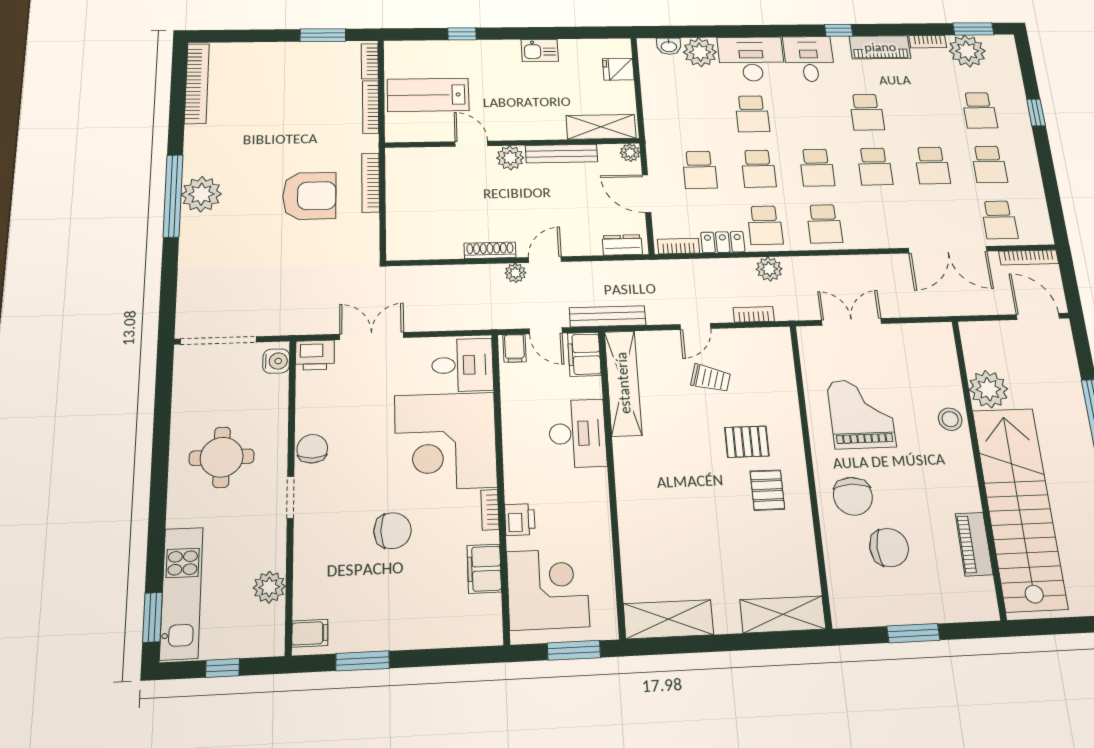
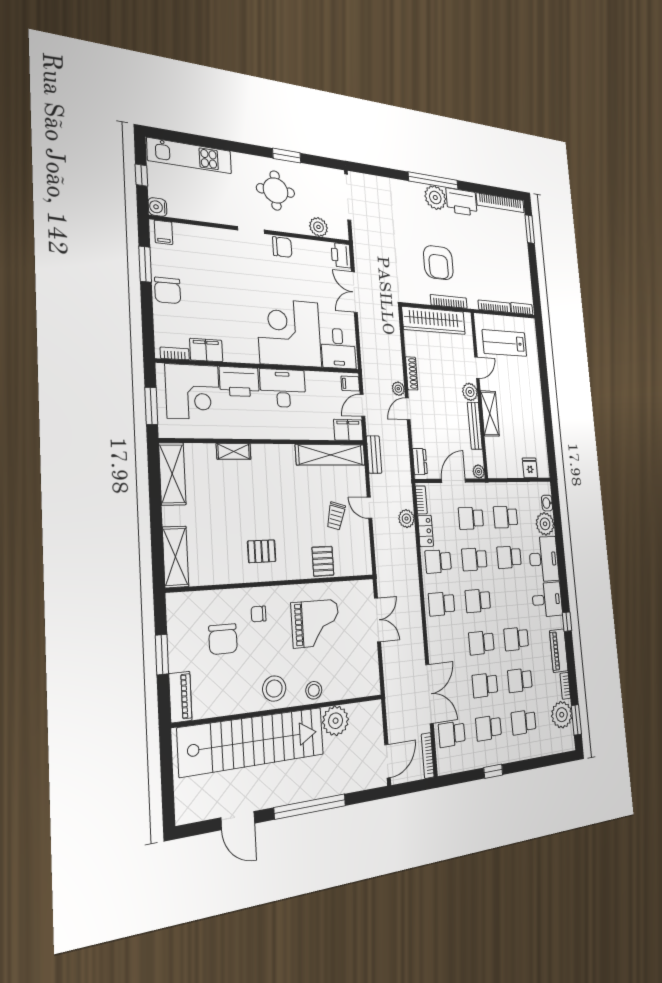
window: (462, 34) -> (543, 368), removed
window: (323, 35) -> (530, 229), moved
kitchen sink: (540, 50) -> (537, 417), removed
lab bench: (428, 95) -> (505, 343), turned -90
school desk: (923, 111) -> (520, 680), added
window: (1036, 112) -> (493, 771), moved
school desk: (694, 115) -> (506, 517), added
shelving: (601, 127) -> (490, 413), moved
printer: (203, 150) -> (462, 202), added
wardrobe: (404, 209) -> (434, 321), added
double door: (948, 250) -> (430, 694), swing flipped
door: (545, 260) -> (408, 409), swing flipped
plant: (769, 269) -> (406, 519), moved
bookcase: (754, 314) -> (379, 549), removed
bench: (608, 316) -> (374, 455), width x0.73
double door: (372, 336) -> (354, 292), swing flipped
water cooler: (276, 361) -> (158, 207), moved, turned 90
desk: (577, 433) -> (283, 388), moved, turned 180
pallet: (747, 442) -> (323, 561), moved
stool: (950, 476) -> (274, 689), added
chair: (853, 496) -> (259, 614), width x0.54, depth x0.54
bookcase: (490, 510) -> (175, 354), moved
printer: (520, 519) -> (239, 382), width x1.87, depth x1.48
shelving: (630, 529) -> (234, 451), added
chair: (392, 531) -> (168, 290), moved
piano: (974, 544) -> (180, 697), moved, turned 90
plant: (269, 587) -> (318, 227), moved
window: (152, 617) -> (287, 156), moved

